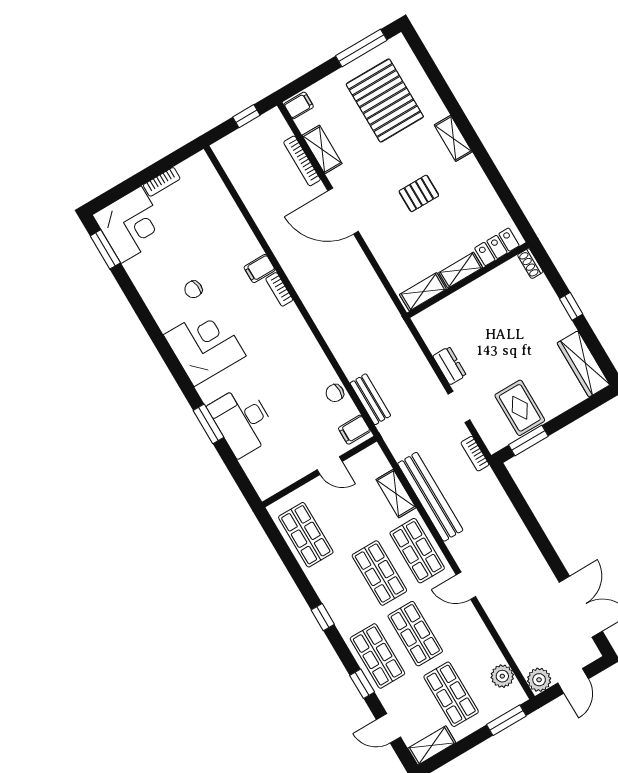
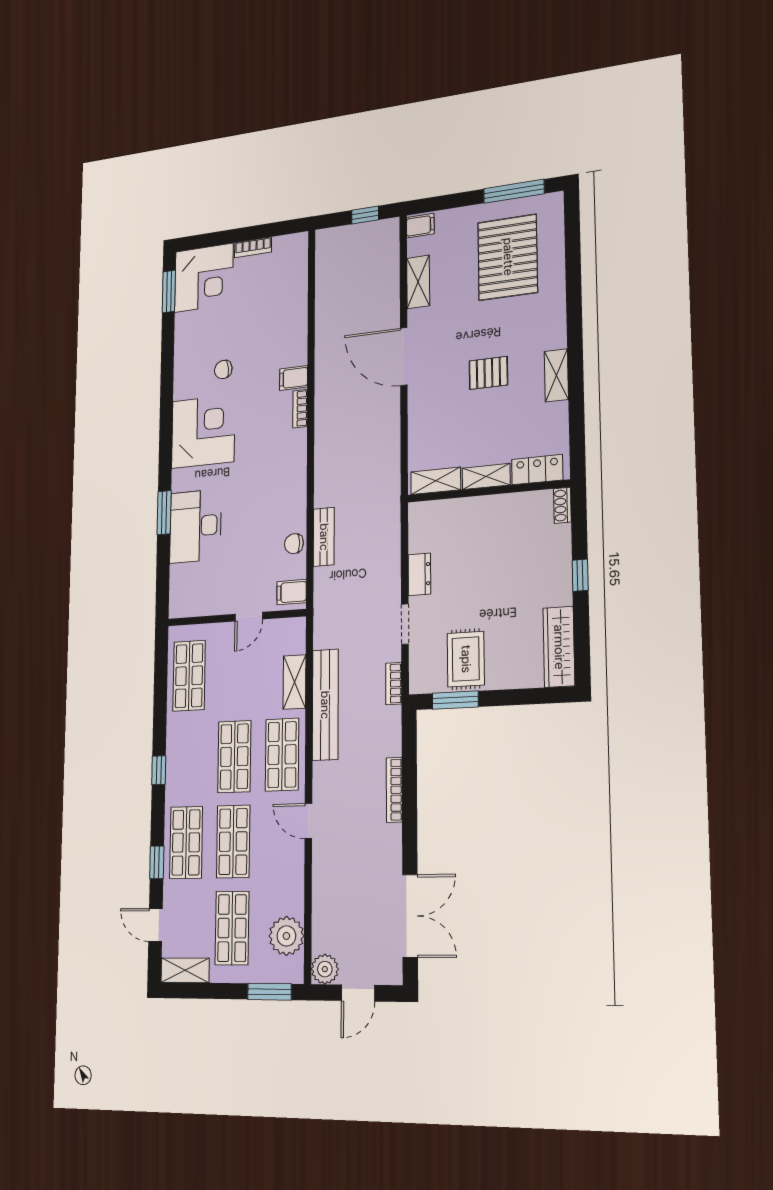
shelving: (453, 138) -> (556, 375), moved
bookcase: (302, 161) -> (394, 790), moved
bench: (370, 399) -> (324, 537), moved
door: (330, 466) -> (249, 617), hinge flipped
plant: (502, 676) -> (286, 936), width x1.36, depth x1.36

